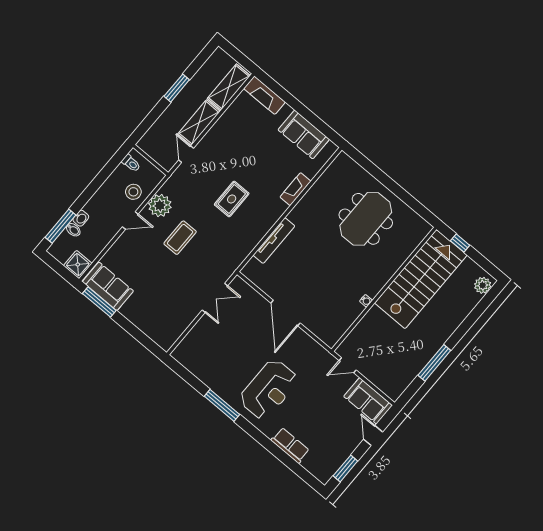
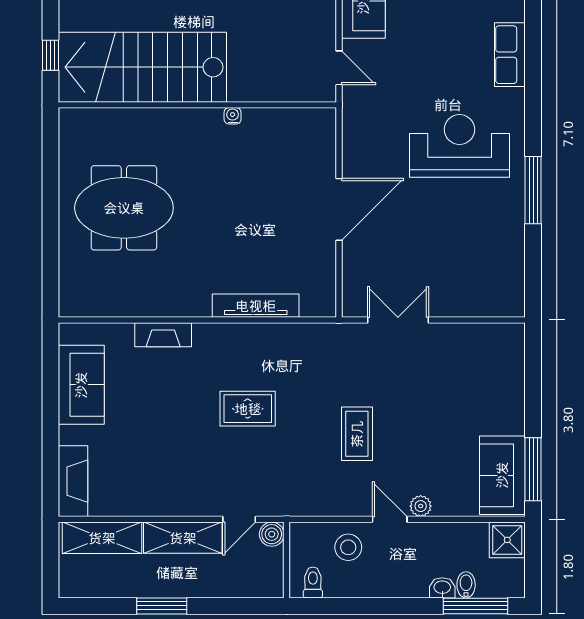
boiler: (168, 163) -> (272, 534), added
plant: (160, 206) -> (421, 506), moved, width x0.53, depth x0.53
coffee table: (180, 238) -> (357, 434), turned 90

